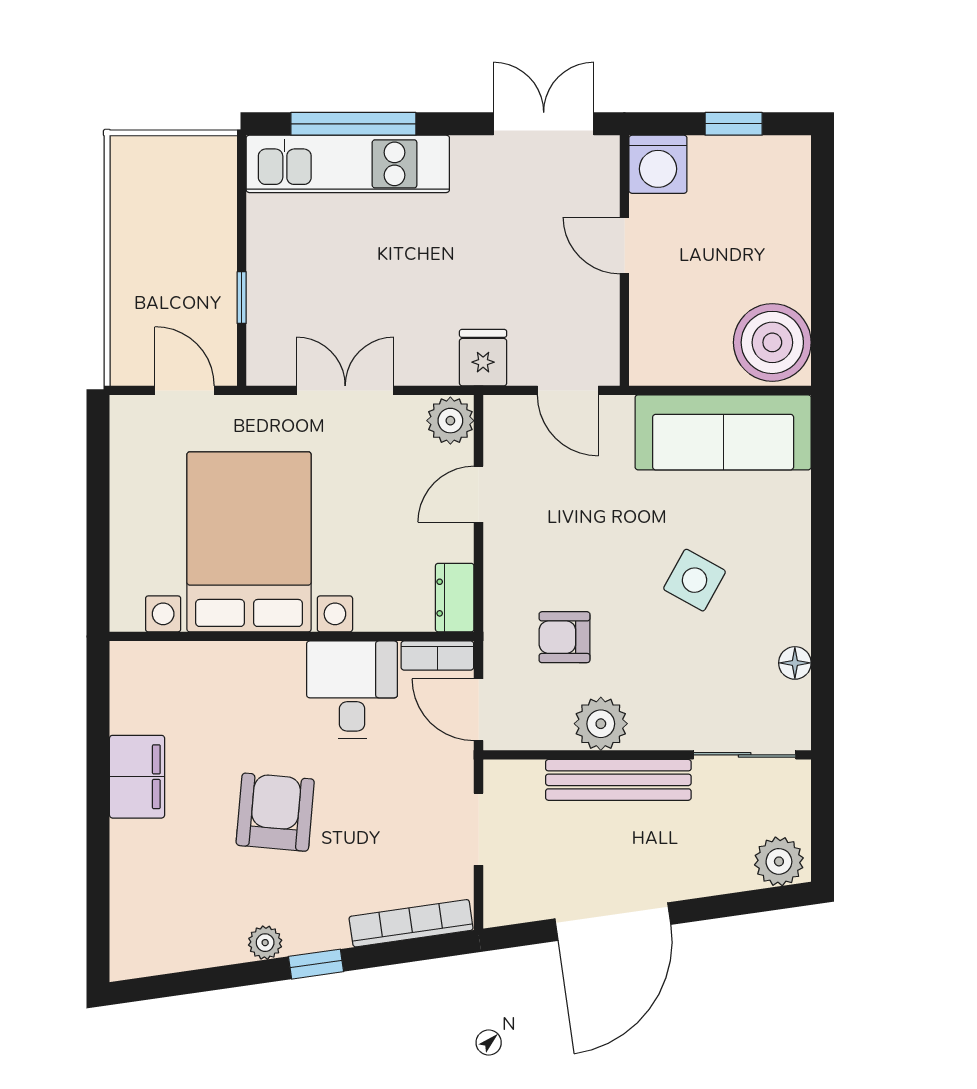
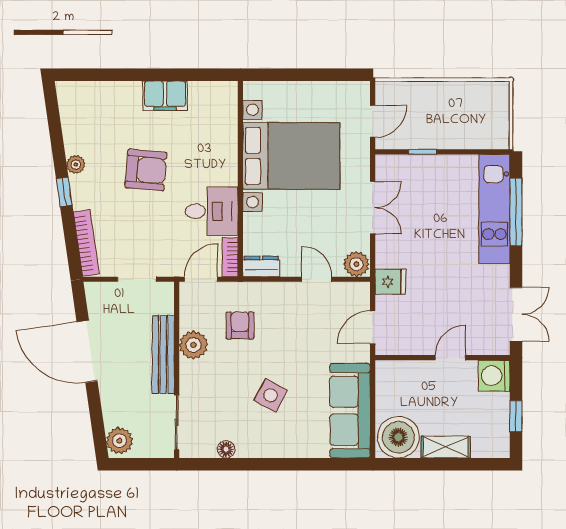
shelving: (791, 255) -> (446, 447), added

